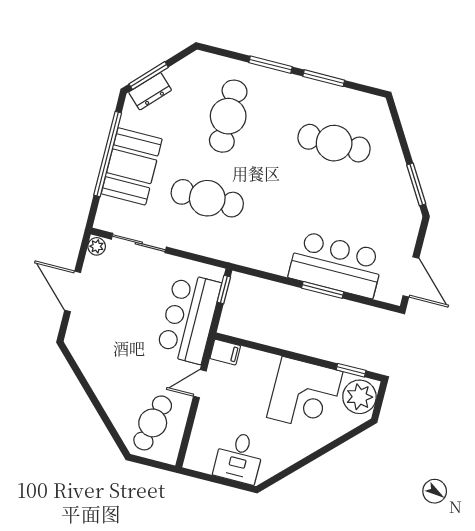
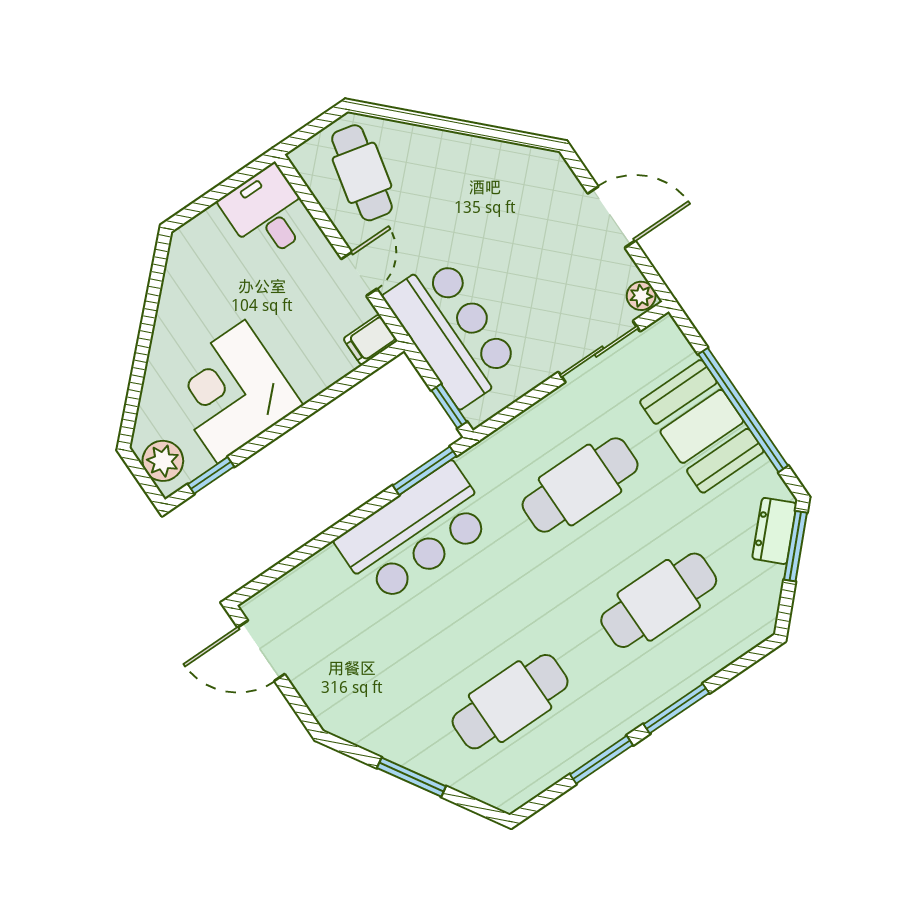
cafe table: (228, 116) -> (659, 600), turned 90
window: (416, 184) -> (411, 777), moved
bar counter: (336, 265) -> (415, 533), moved
window: (323, 290) -> (425, 471), moved
plant: (359, 397) -> (163, 461), width x0.73, depth x0.73
desk: (239, 458) -> (267, 213), moved

